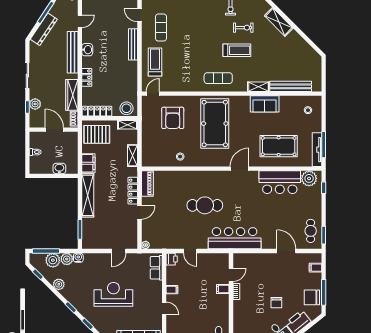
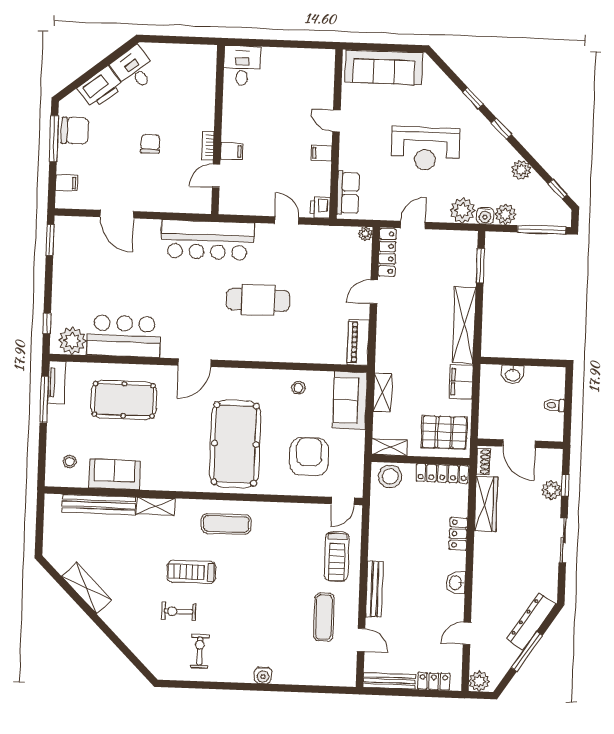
shelving: (279, 22) -> (87, 588), moved
bench: (73, 52) -> (482, 579), removed
sofa: (265, 104) -> (114, 474), moved
sofa: (151, 150) -> (350, 400), added
tv unit: (317, 150) -> (57, 383), width x0.71
locker: (133, 191) -> (387, 253), moved
cafe table: (311, 231) -> (73, 248), removed
plant: (53, 260) -> (463, 210), moved
chair: (276, 303) -> (150, 144), moved

